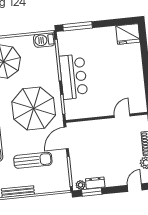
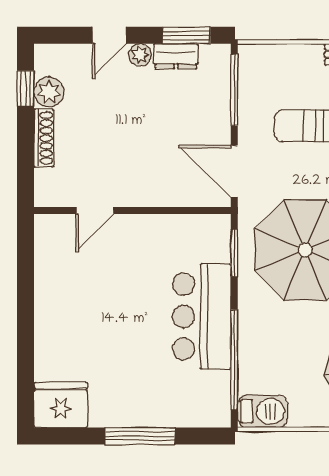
window: (78, 26) -> (140, 436), moved
door: (66, 138) -> (234, 171), swing flipped
plant: (81, 185) -> (140, 55), moved
door: (135, 188) -> (110, 35), moved

